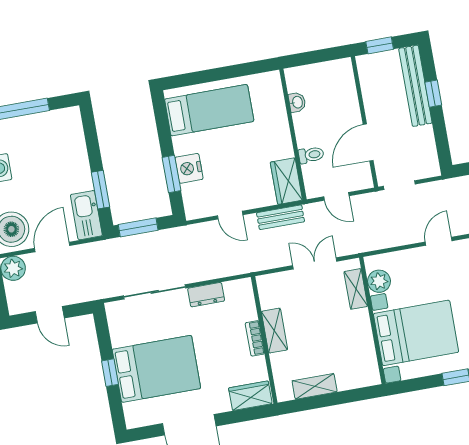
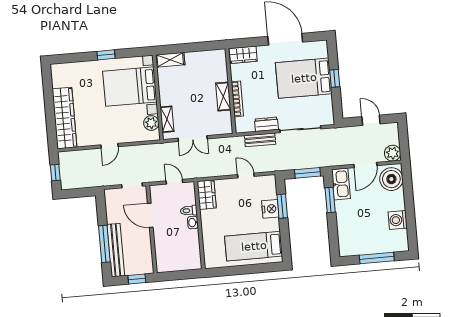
window: (433, 94) -> (104, 244), width x2.17
washbasin: (297, 102) -> (193, 223), moved
door: (368, 142) -> (150, 215), swing flipped
bench: (281, 217) -> (260, 140), moved
bookcase: (255, 338) -> (237, 99), width x1.56
shelving: (315, 386) -> (170, 60), moved

